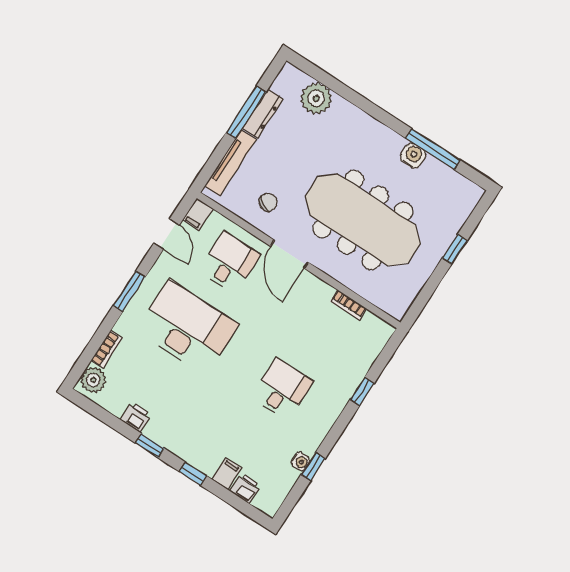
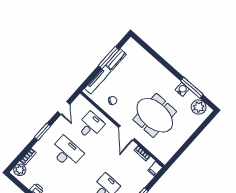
plant: (316, 98) -> (199, 107), moved
filing cabinet: (198, 214) -> (155, 169), moved
meeting table: (363, 220) -> (155, 115), width x0.73
window: (455, 249) -> (195, 135), removed
door: (289, 254) -> (127, 133), moved
desk: (187, 327) -> (67, 152), width x0.73, depth x0.77

